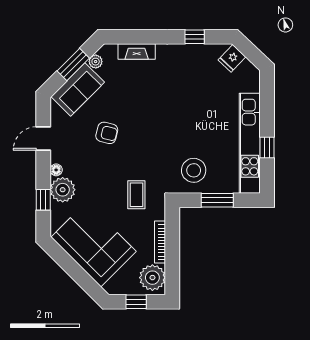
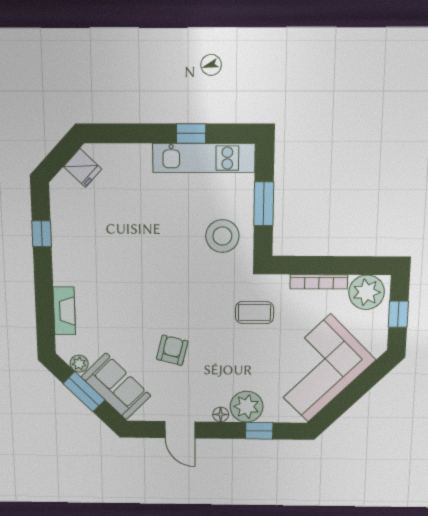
fridge: (232, 58) -> (83, 168), moved
kitchen unit: (250, 143) -> (204, 158), width x0.73

